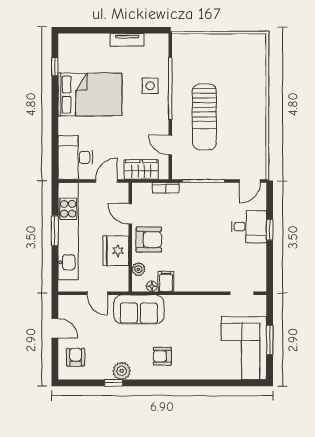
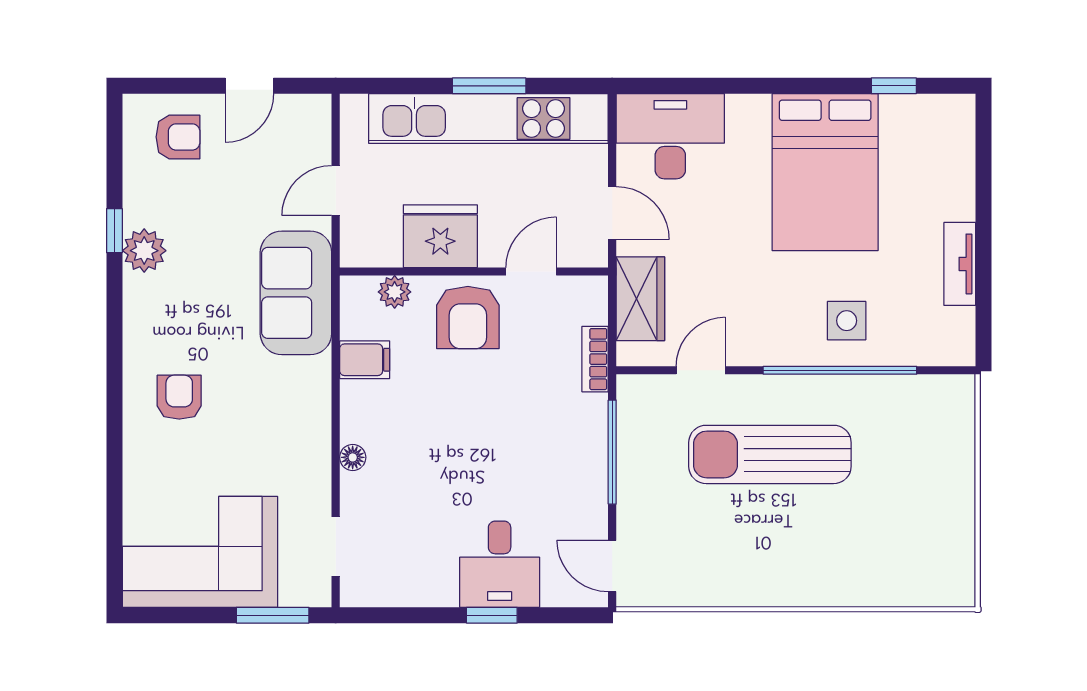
floor lamp: (152, 286) -> (353, 457), moved
window: (270, 340) -> (273, 615), moved
armchair: (162, 356) -> (179, 397), moved

